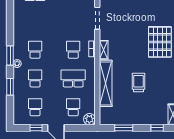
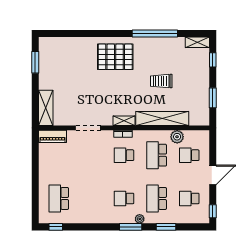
school desk: (35, 78) -> (157, 198), width x1.85
plant: (89, 119) -> (177, 137), moved
window: (36, 128) -> (213, 211), moved

